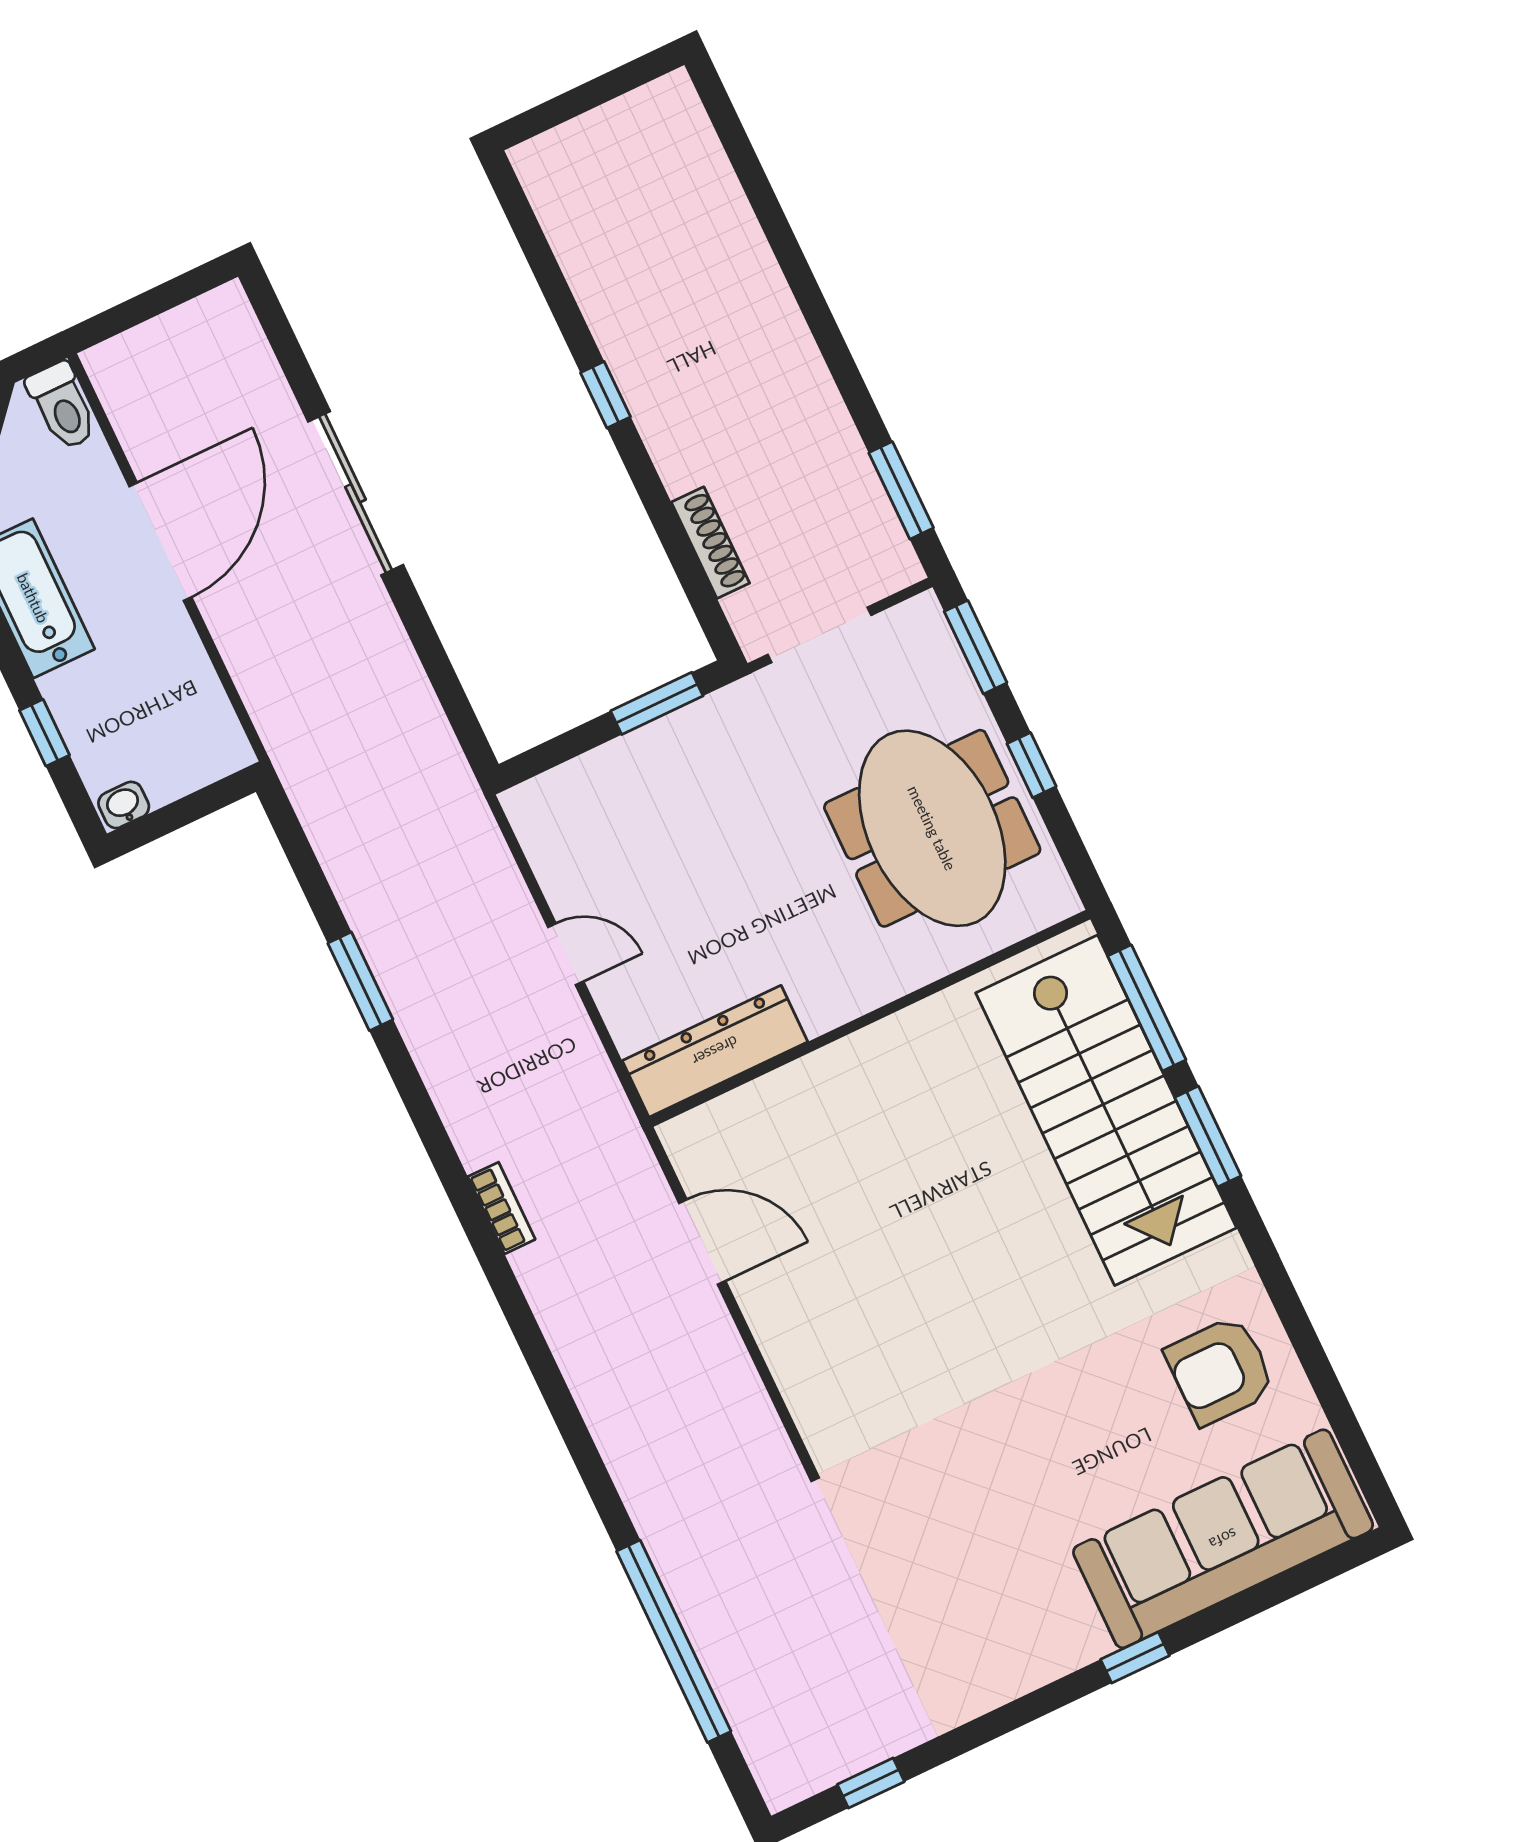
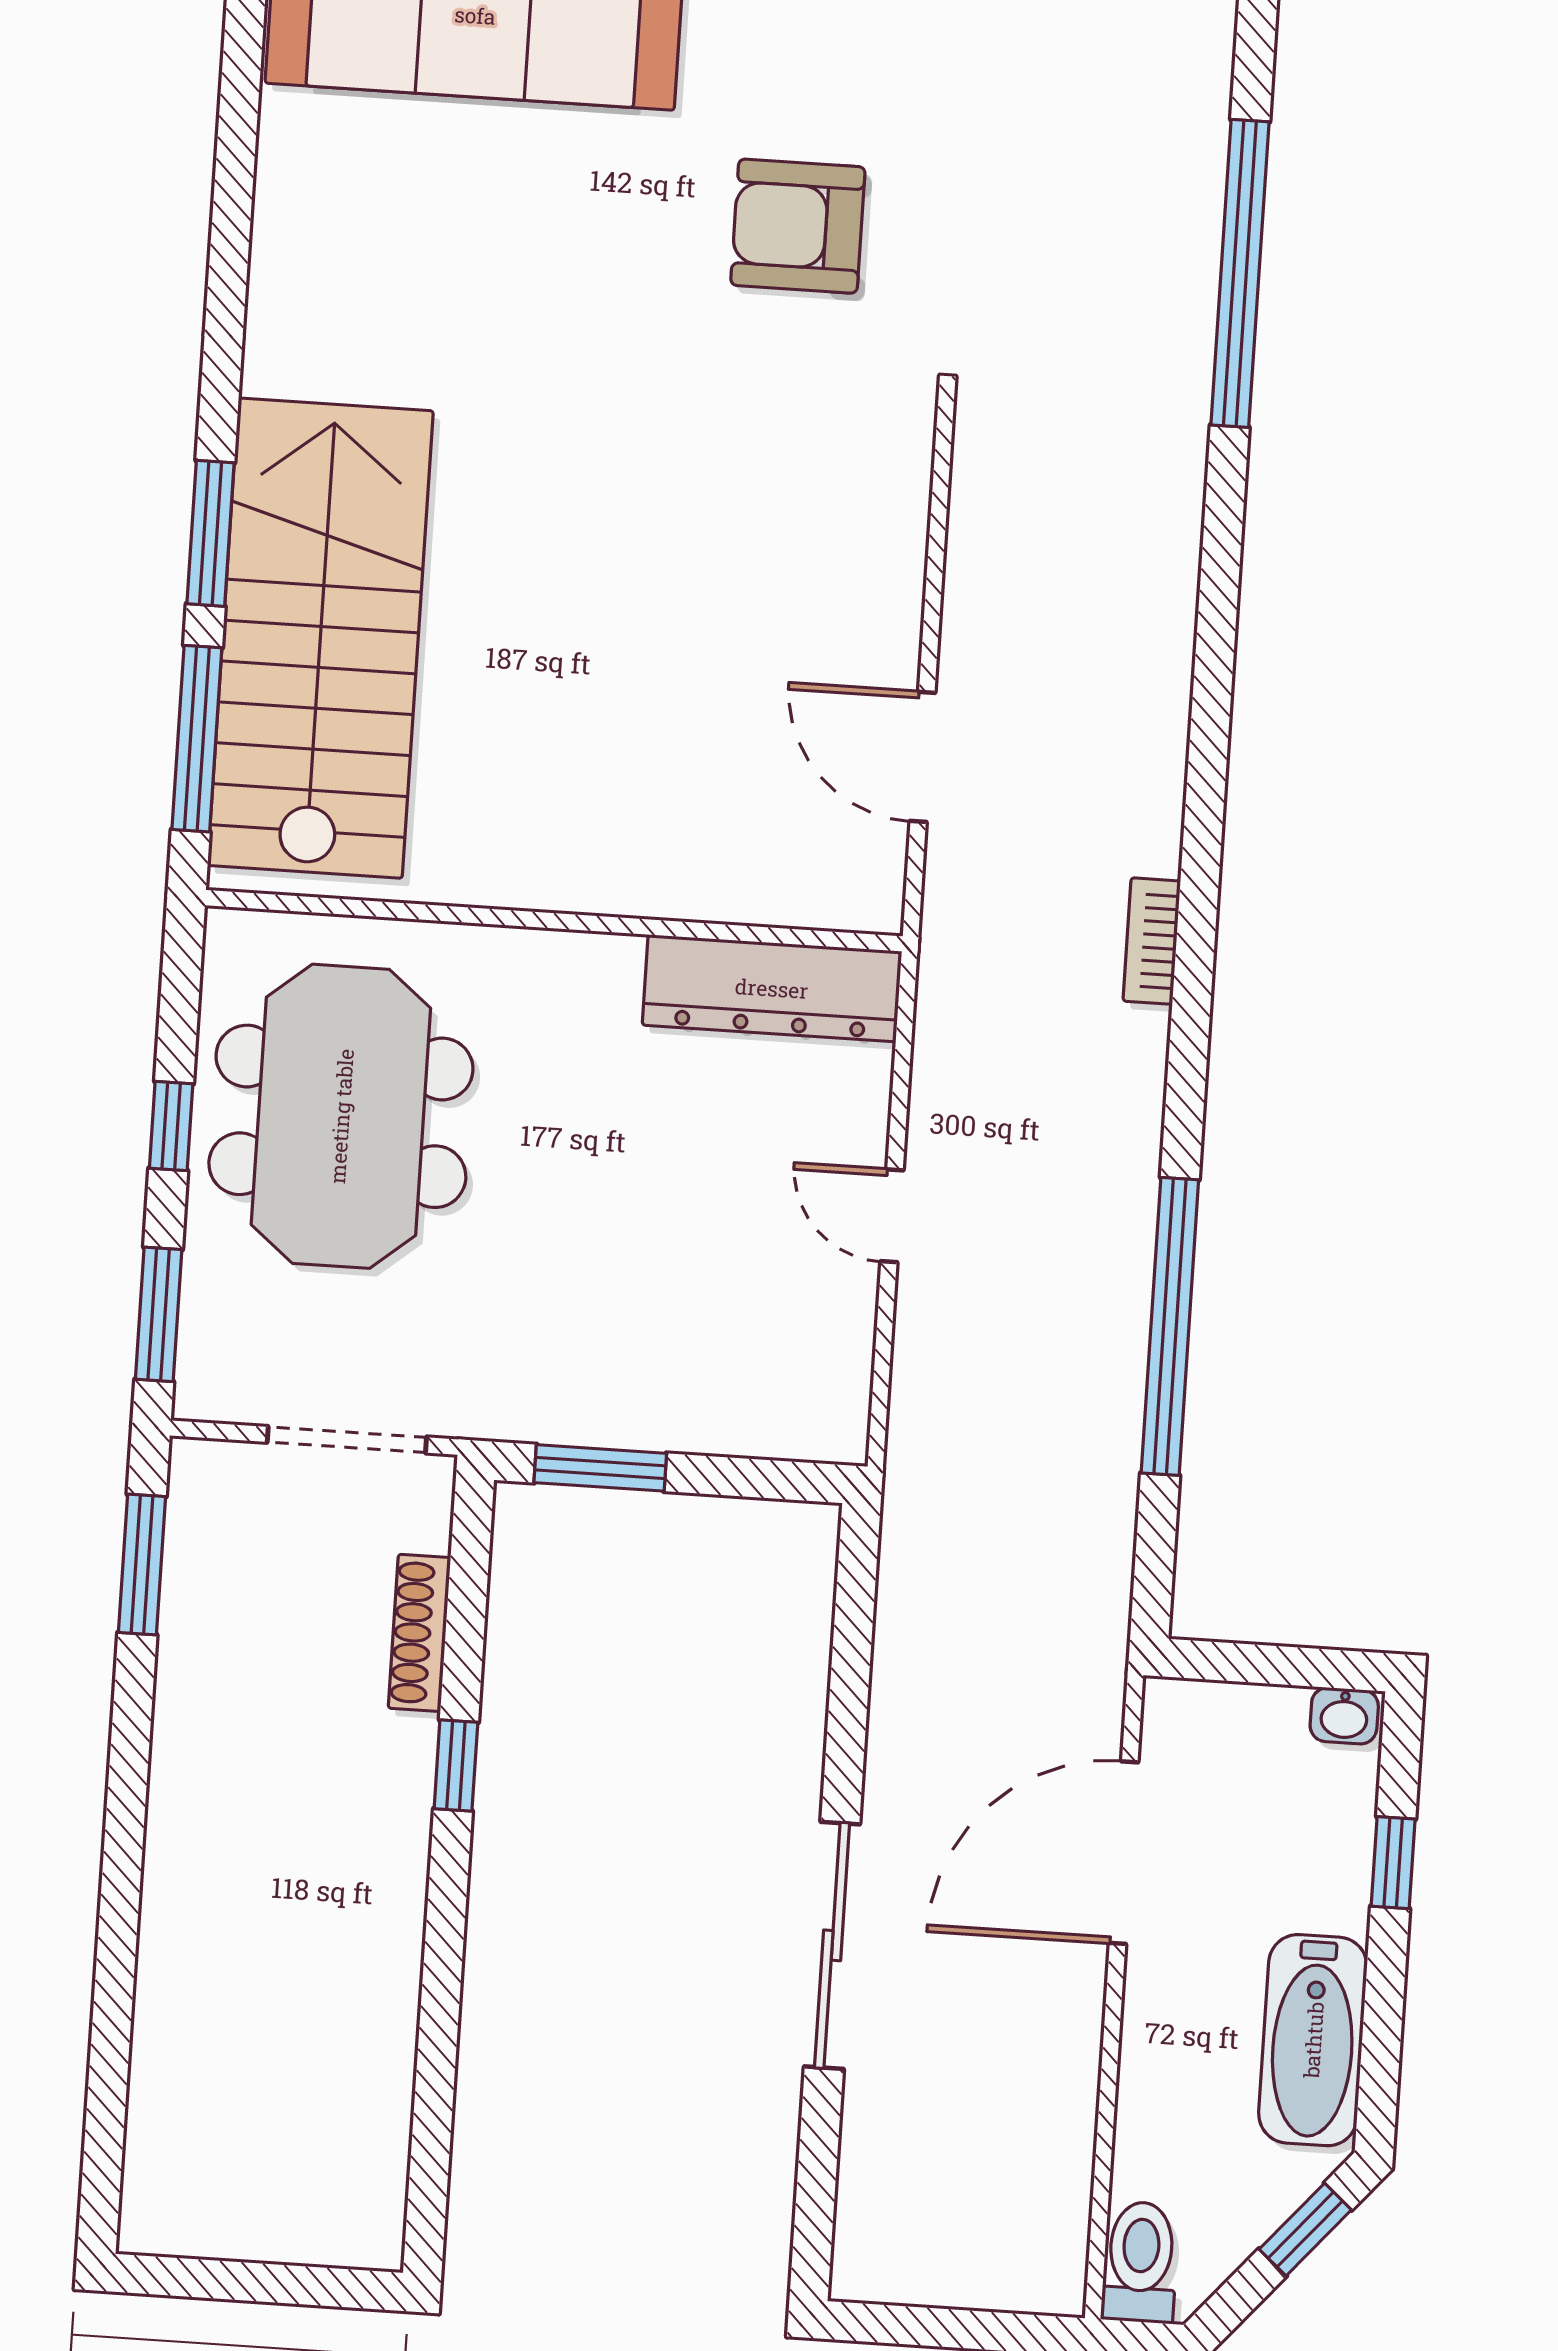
window: (605, 395) -> (456, 1765), moved
door: (160, 542) -> (1124, 1853), moved
window: (360, 981) -> (1170, 1326), width x2.11
armchair: (1220, 1370) -> (798, 226), moved, turned 180

